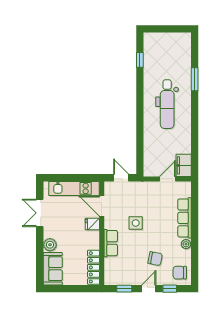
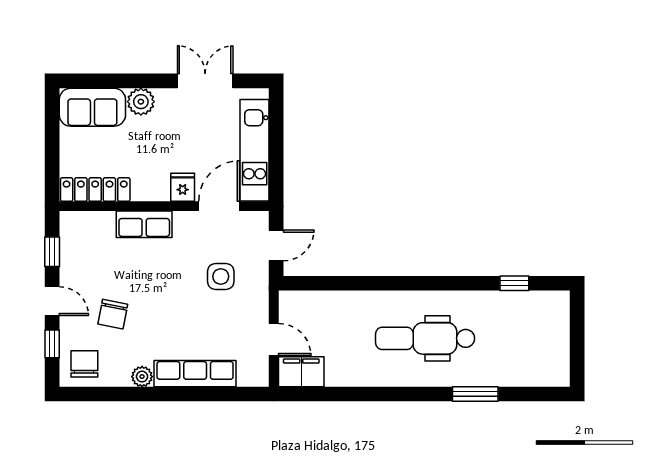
side table: (136, 223) -> (221, 276), moved

